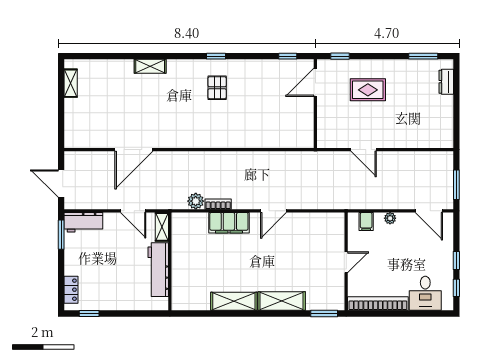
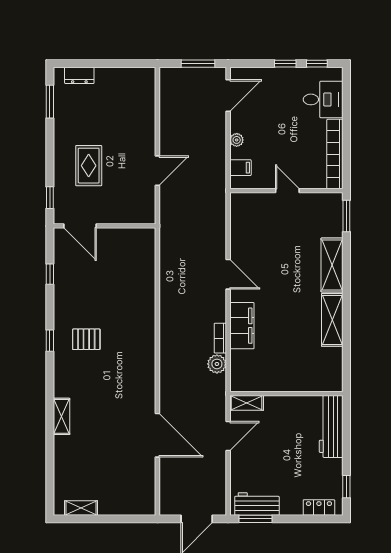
window: (288, 56) -> (50, 274), moved
workbench: (83, 222) -> (257, 504), moved, turned -90
workbench: (158, 270) -> (331, 426), moved, turned 90

